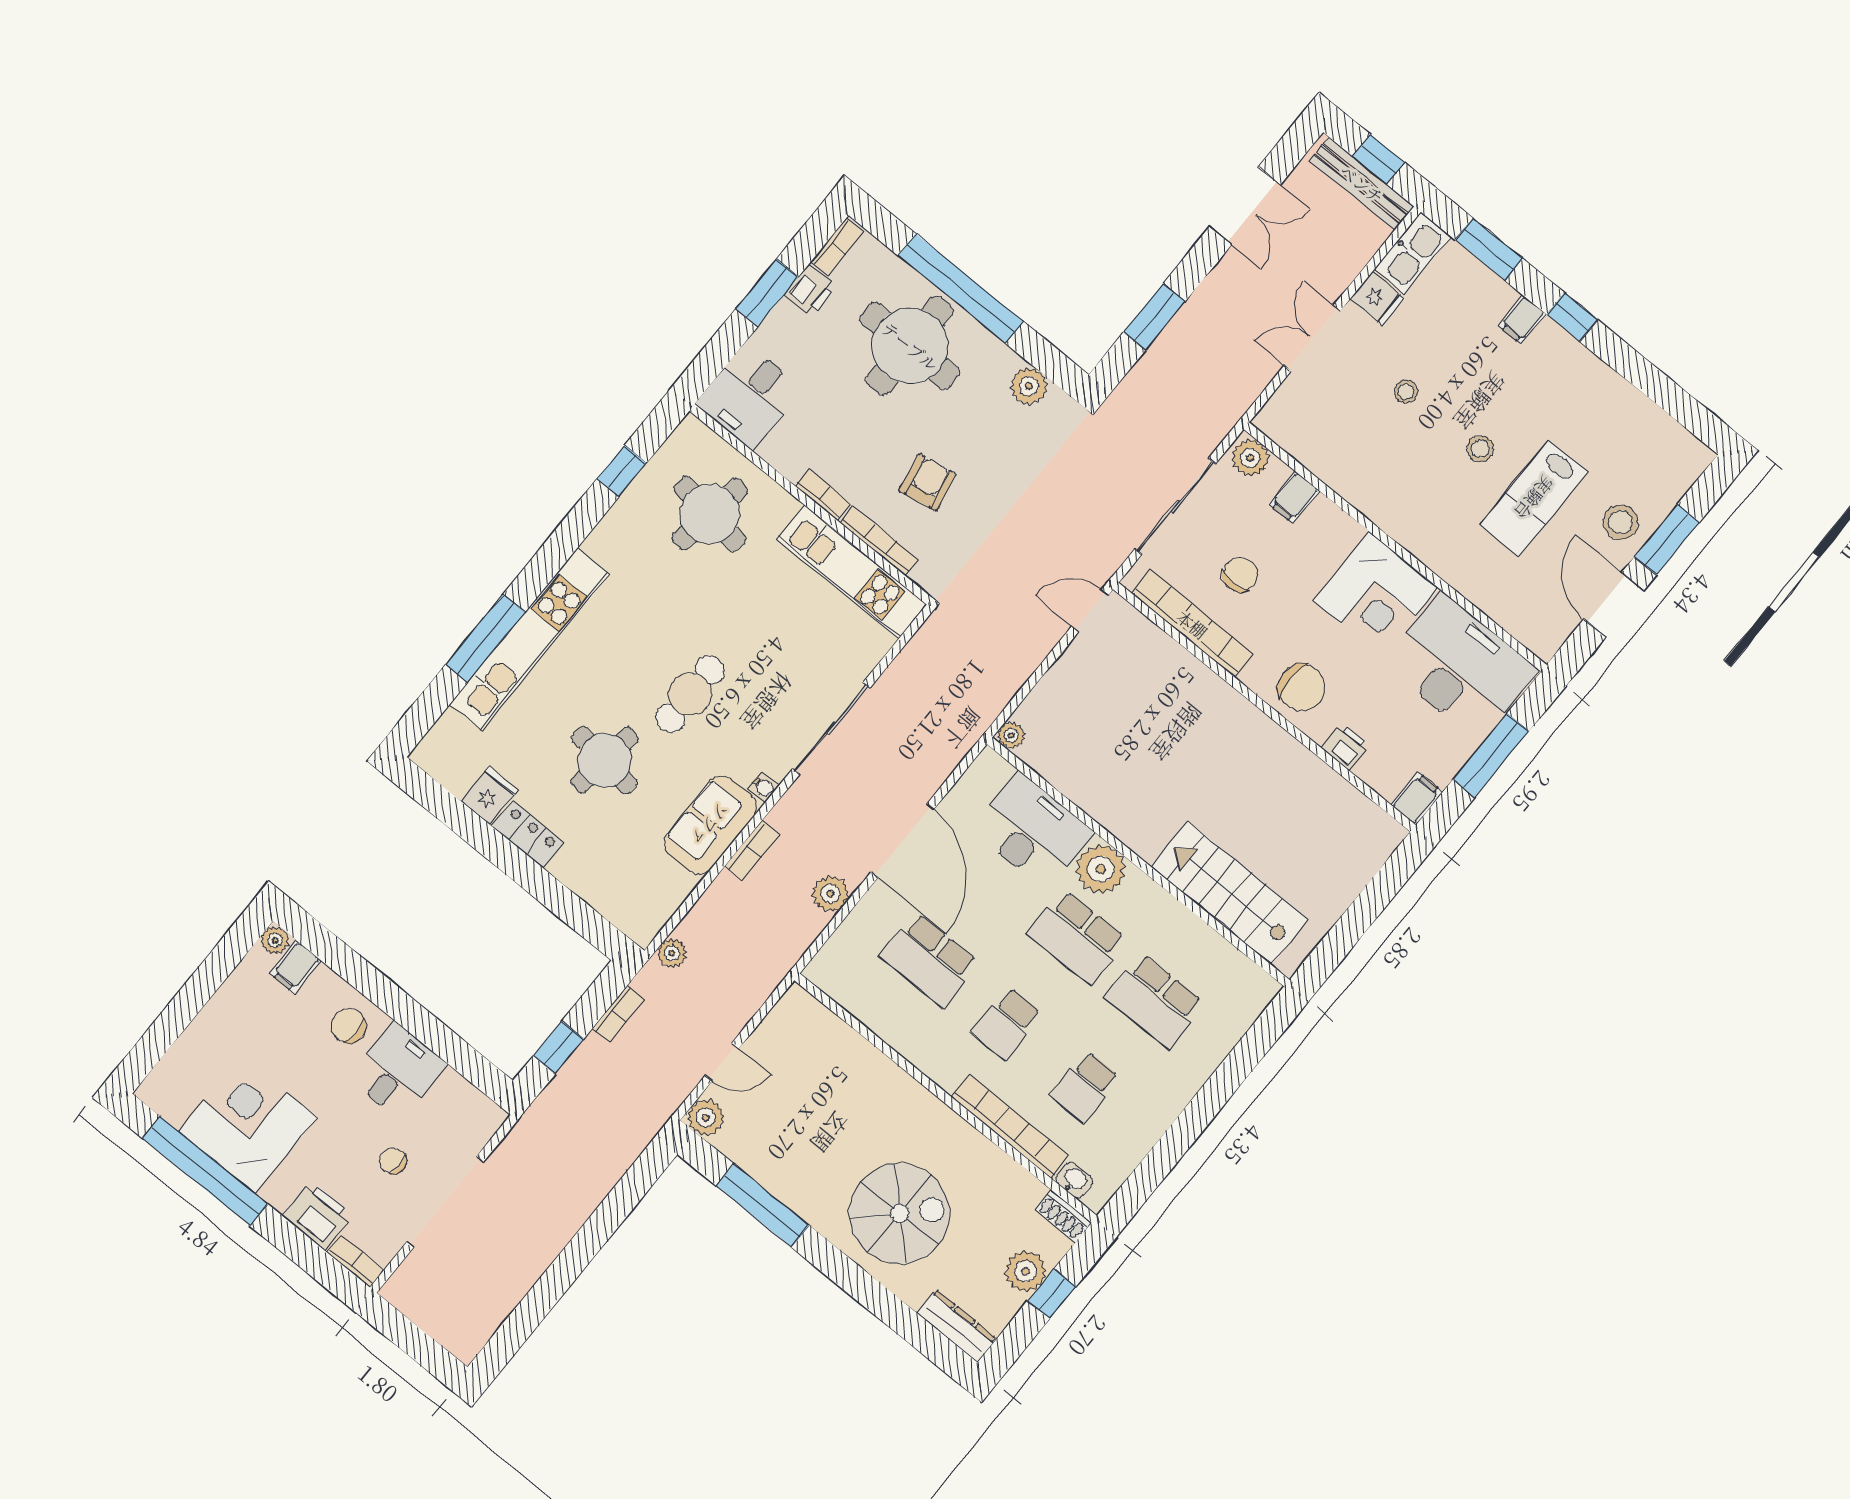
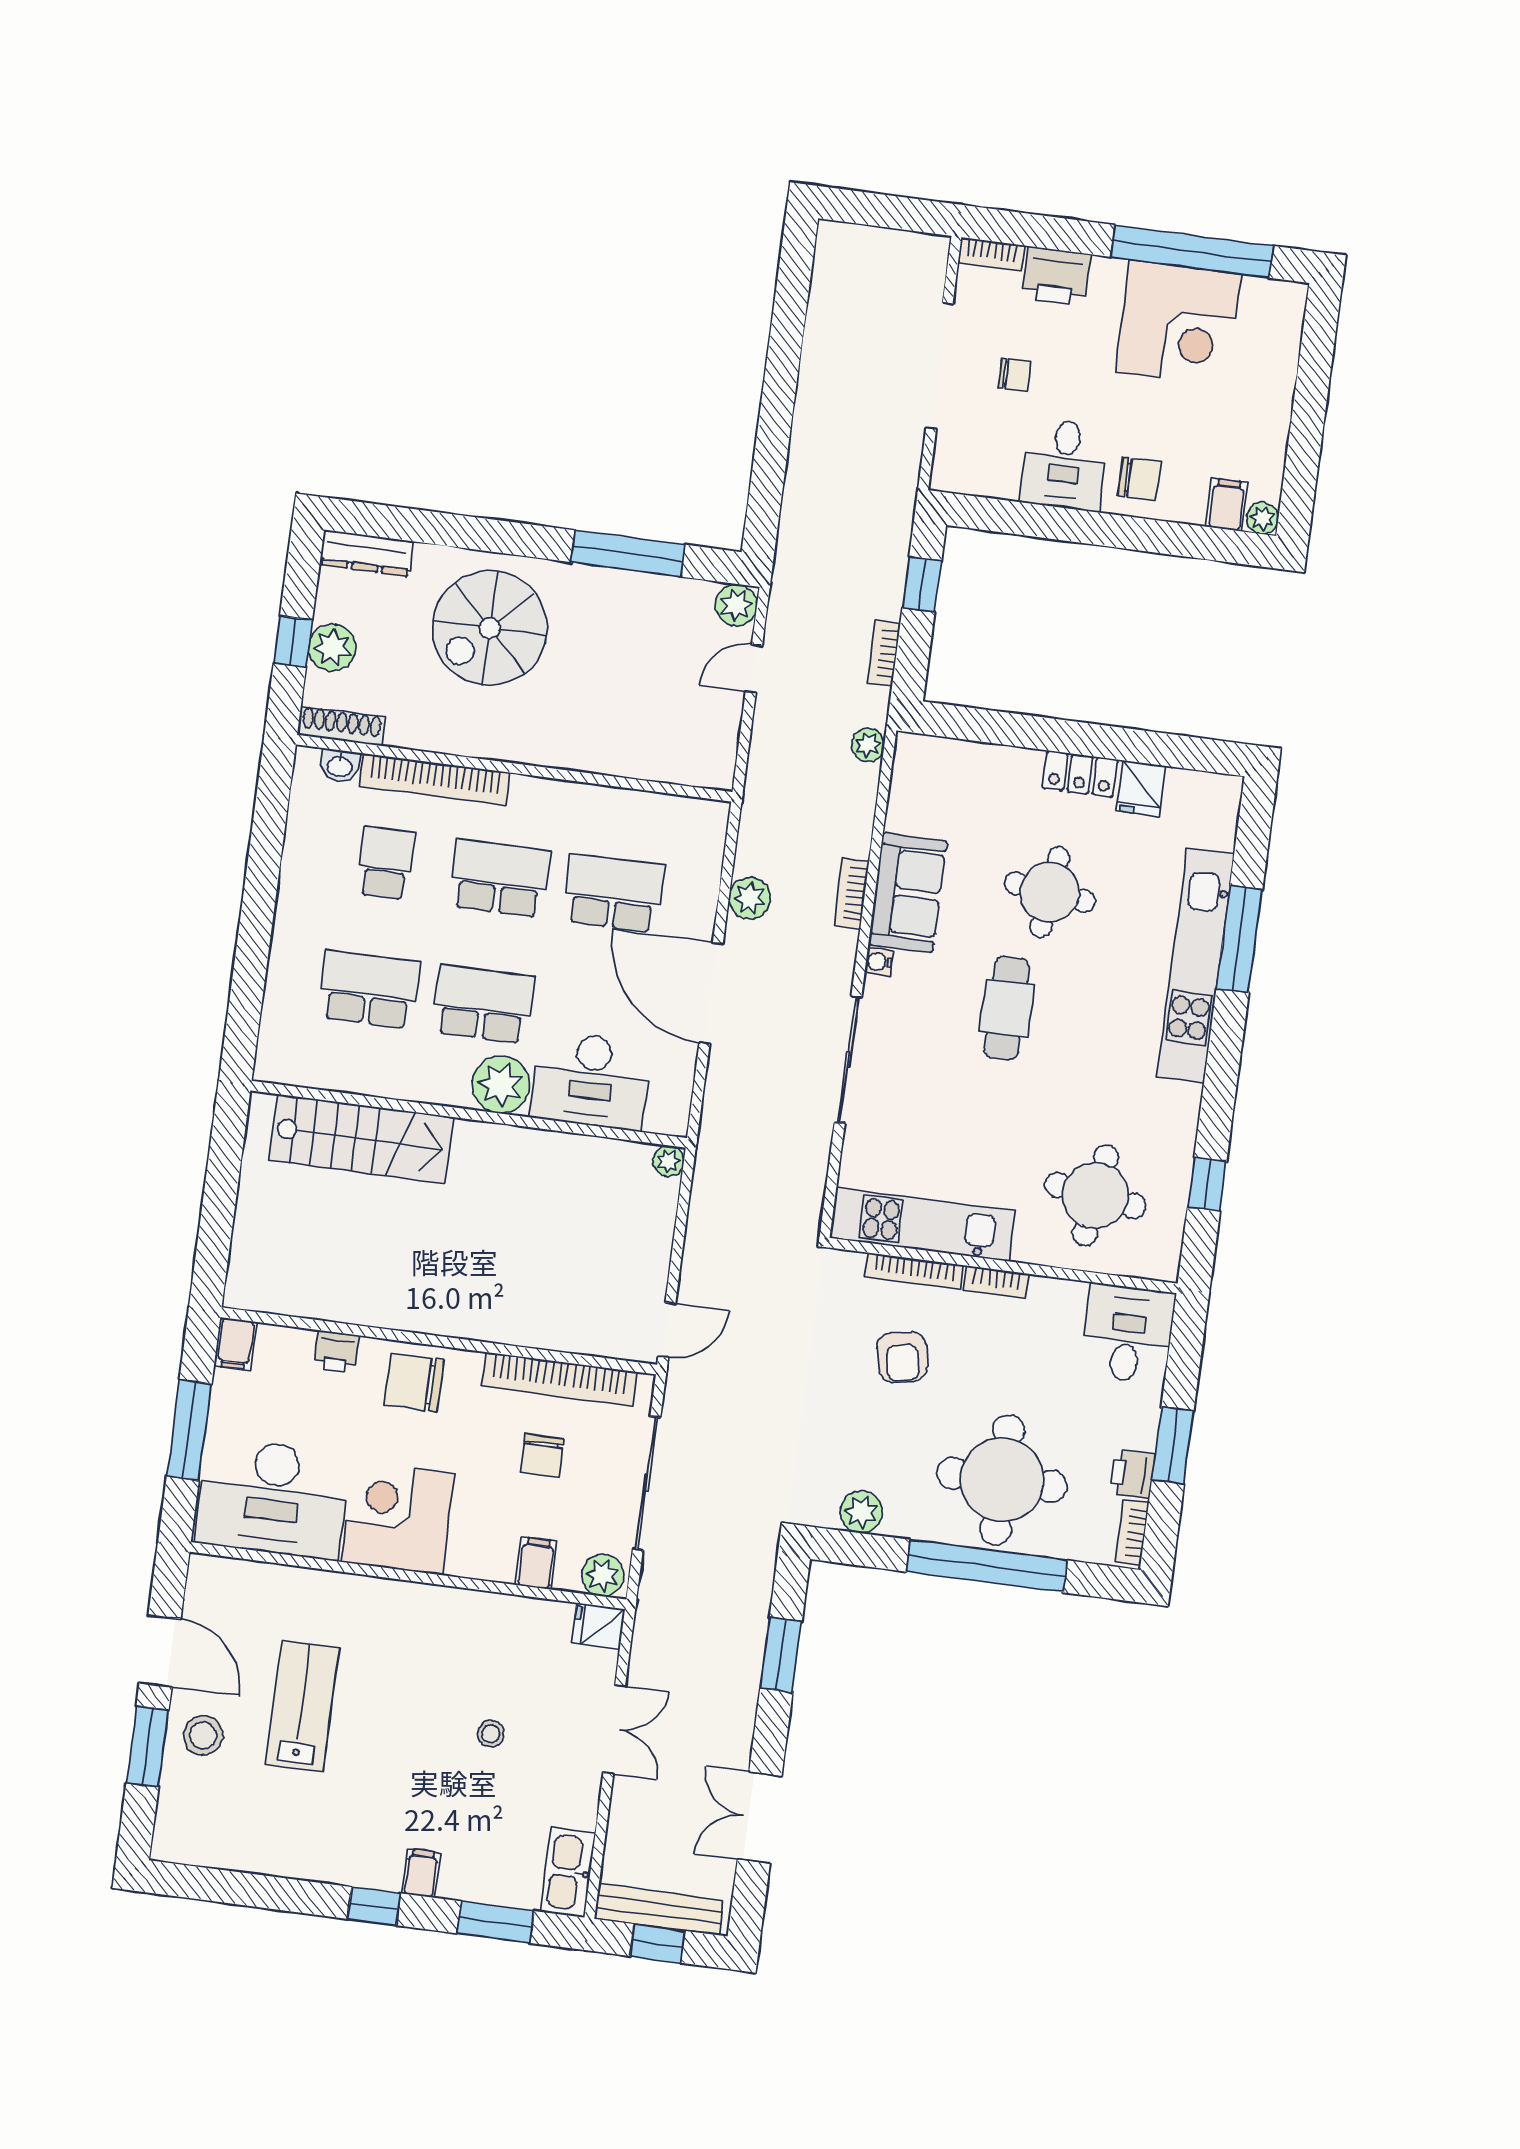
fridge: (1377, 299) -> (598, 1626), moved
stool: (1480, 449) -> (384, 1723), removed
school desk: (1007, 1023) -> (500, 878), width x1.85
shoe rack: (1063, 1216) -> (341, 726), width x1.43

